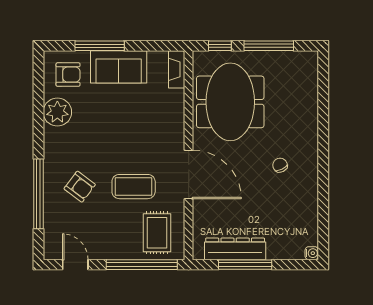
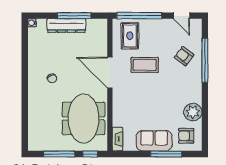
armchair: (80, 187) -> (184, 56), moved
dresser: (235, 249) -> (66, 26), moved

